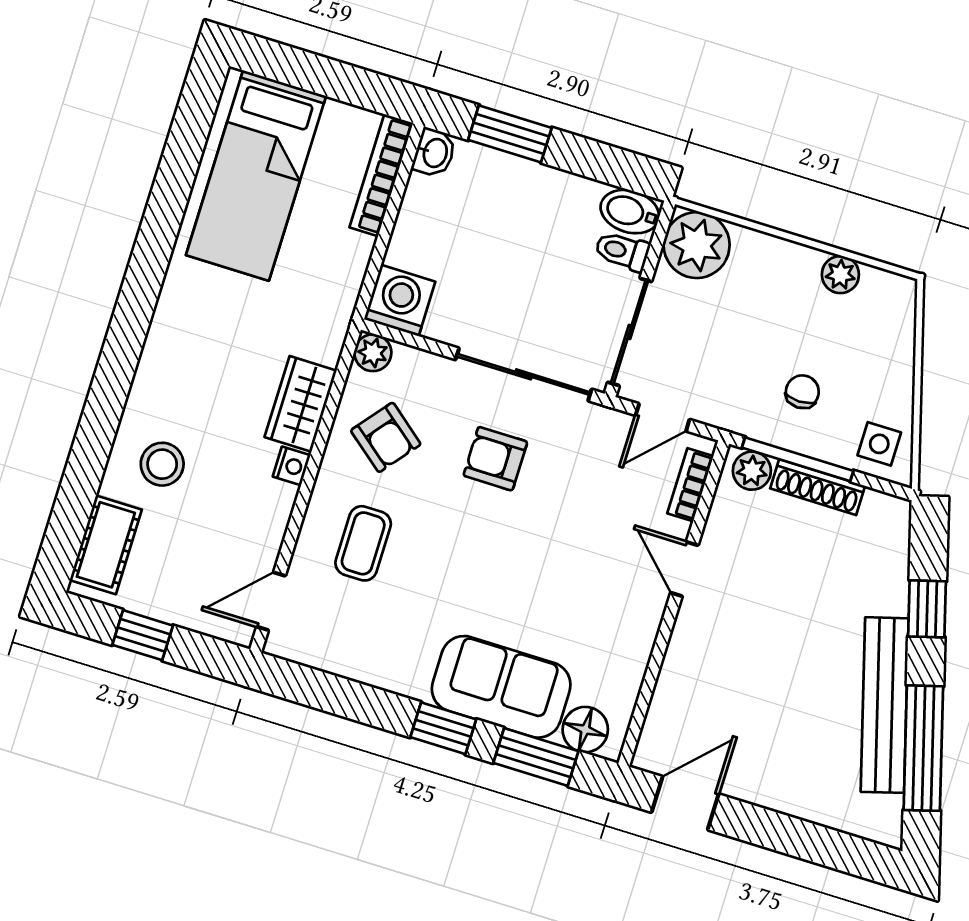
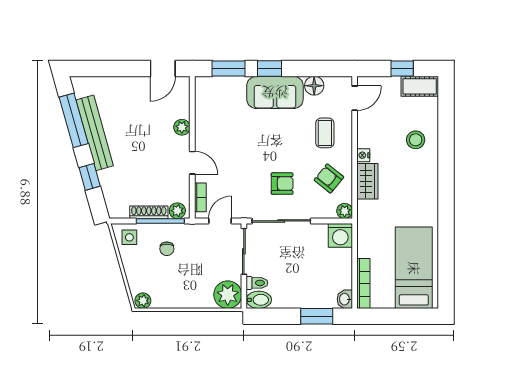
plant: (840, 275) -> (143, 301), moved
cot: (106, 545) -> (420, 86), moved, turned 90
plant: (683, 657) -> (182, 127), added
sofa: (501, 687) -> (275, 92), moved
floor lamp: (585, 730) -> (314, 86), moved

